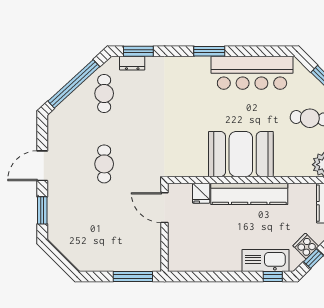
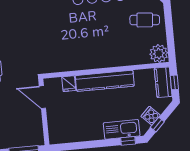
booth: (241, 154) -> (96, 52), removed

